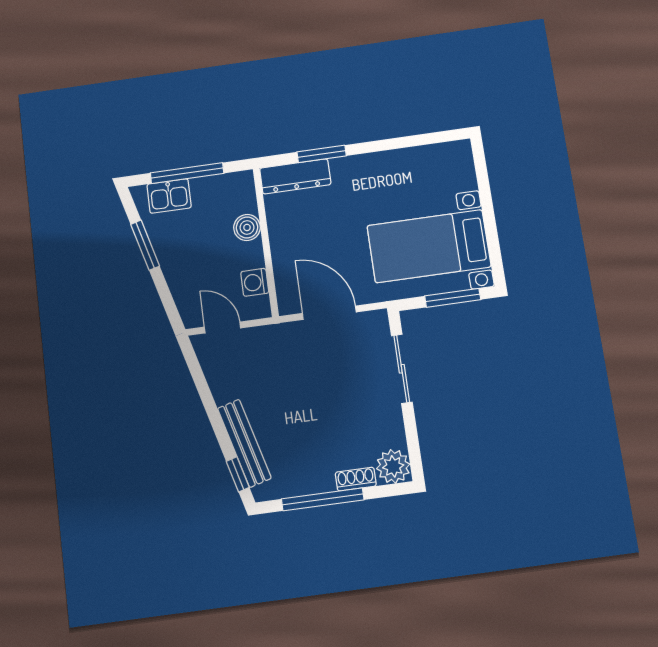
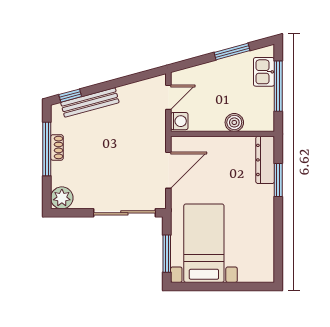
washing machine: (255, 282) -> (179, 121), moved, turned 90
sliding door: (402, 369) -> (124, 213), width x1.37
shoe rack: (356, 479) -> (57, 147), moved

